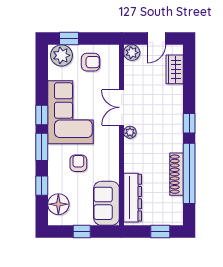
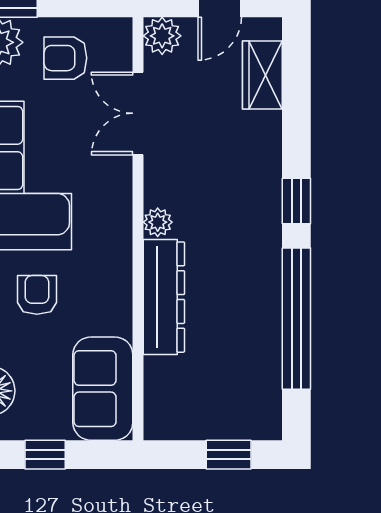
armchair: (91, 62) -> (65, 58), turned 180
double door: (122, 107) -> (138, 113), moved
shoe rack: (176, 174) -> (267, 320), removed
dresser: (133, 198) -> (164, 297), moved

